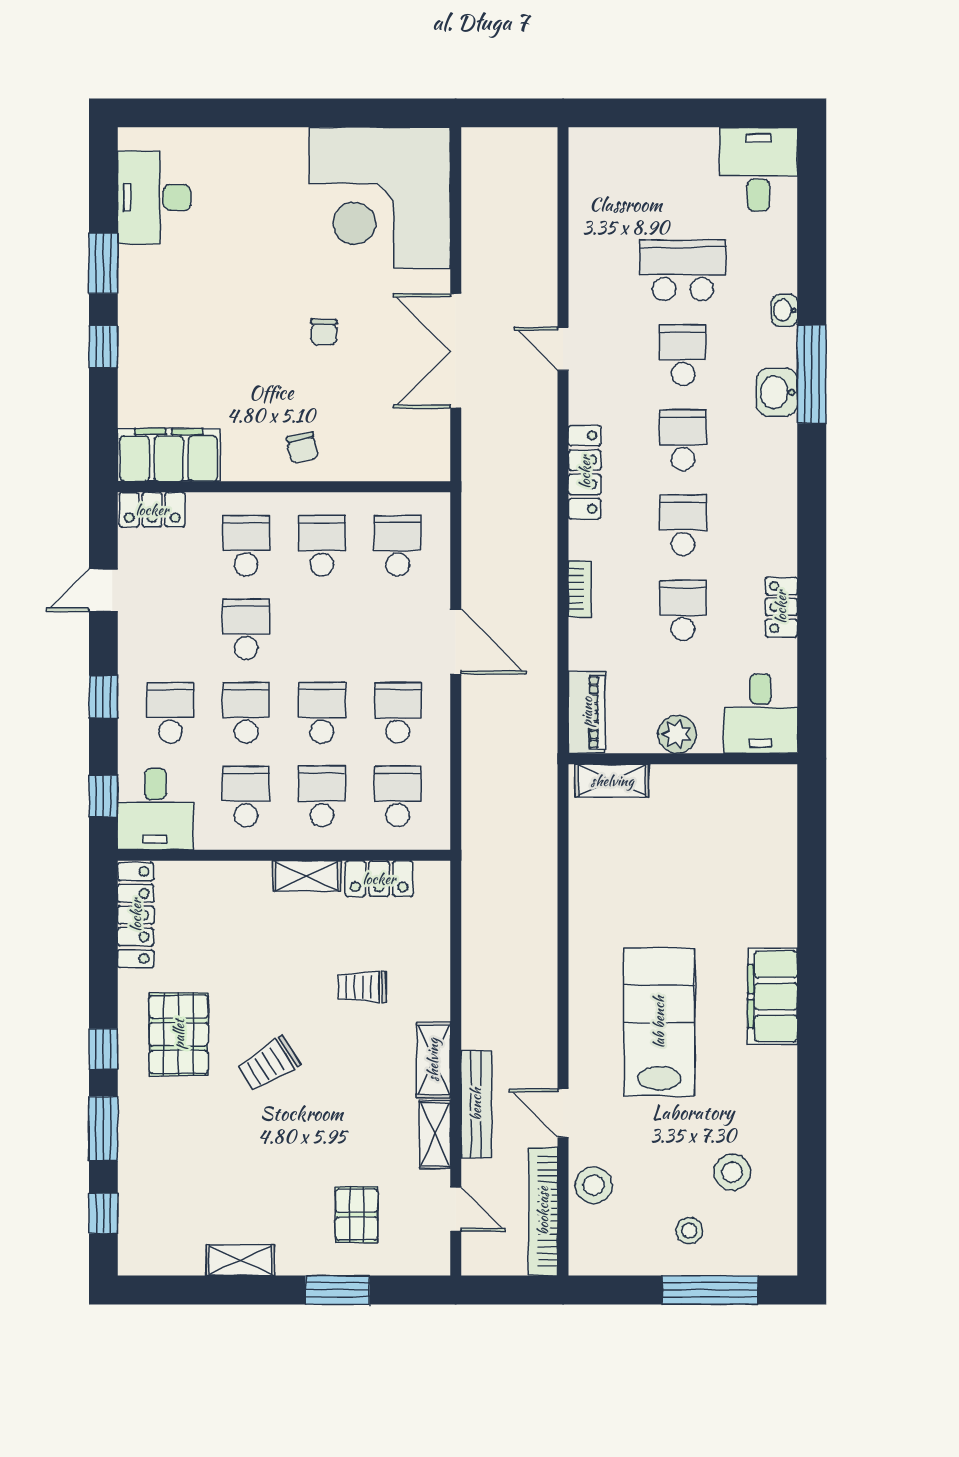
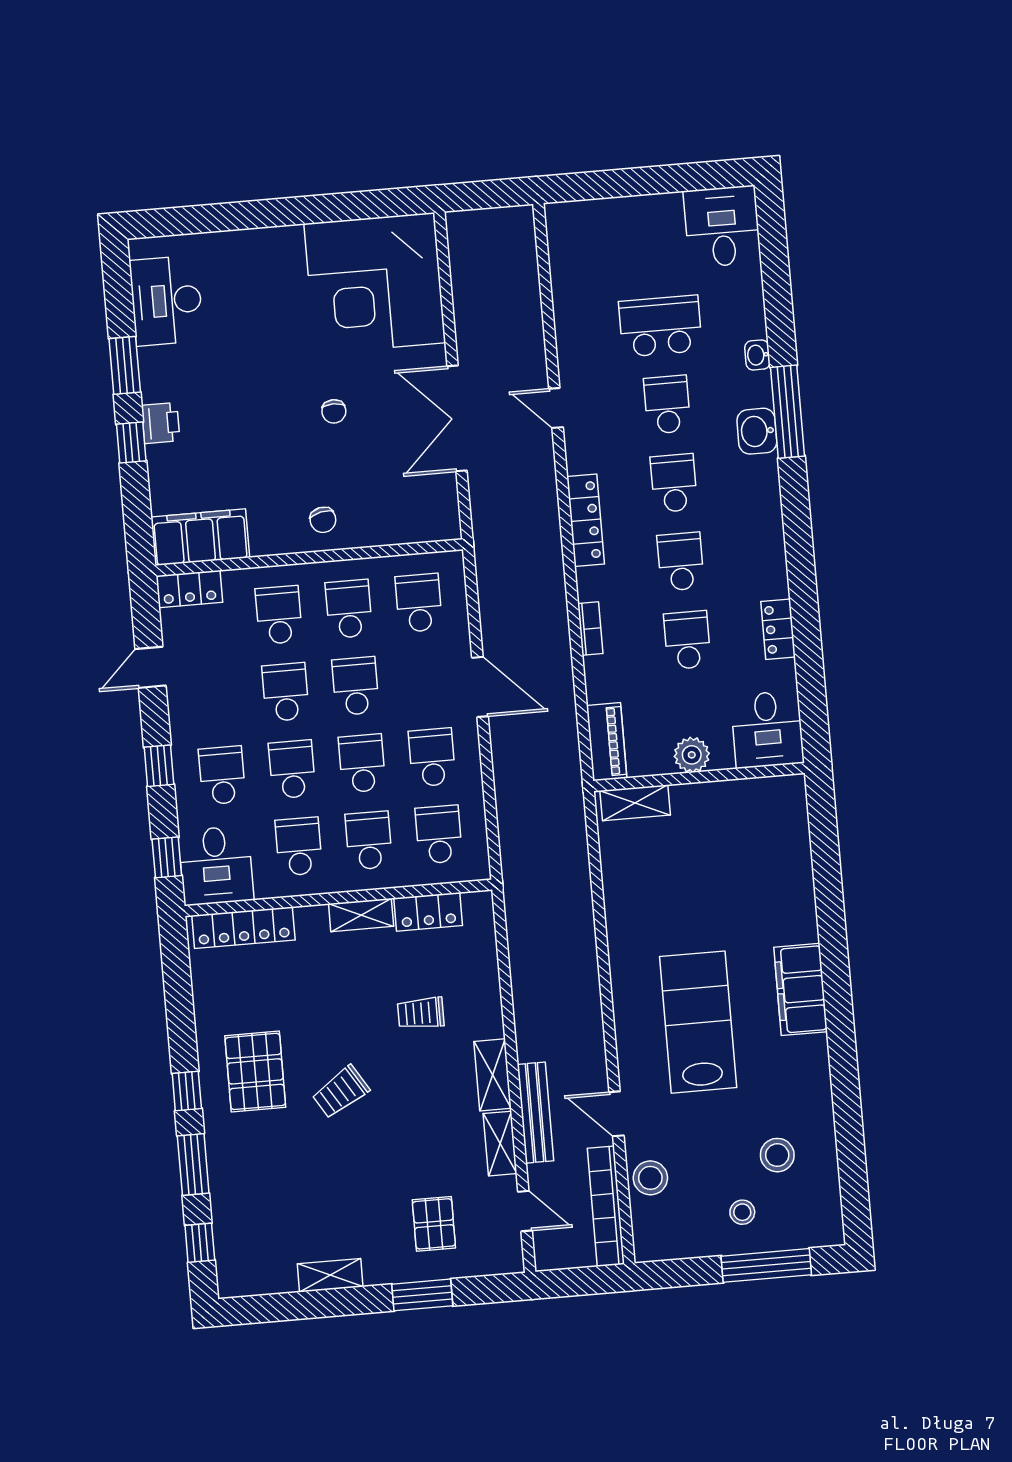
printer: (137, 328) -> (161, 423), added
school desk: (322, 629) -> (355, 686), added
locker: (136, 915) -> (243, 928), moved, turned 90

